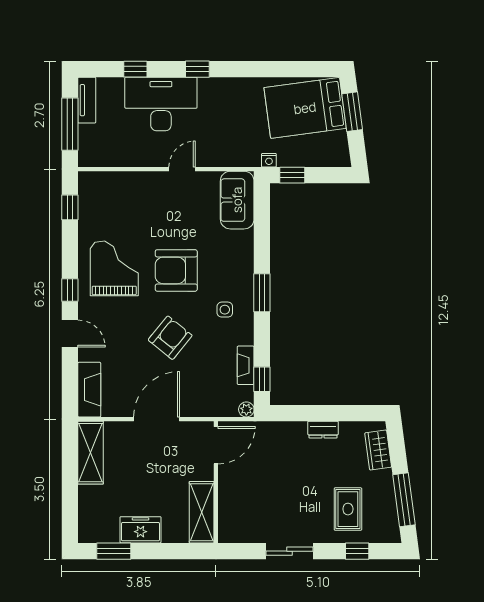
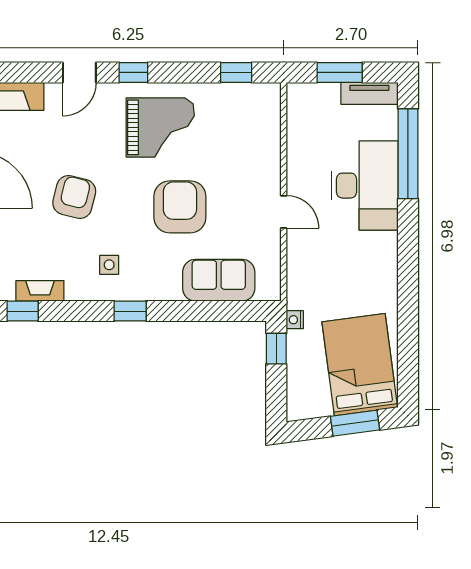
window: (135, 69) -> (408, 154), width x3.17
window: (197, 69) -> (408, 231), removed
window: (70, 124) -> (340, 72), width x0.69
sofa: (237, 200) -> (219, 280), moved
armchair: (176, 270) -> (180, 207), moved
window: (262, 293) -> (130, 311), width x0.67
armchair: (170, 338) -> (74, 197), turned -115

